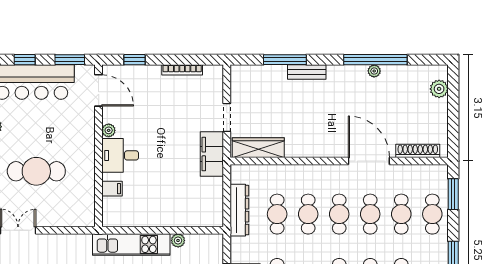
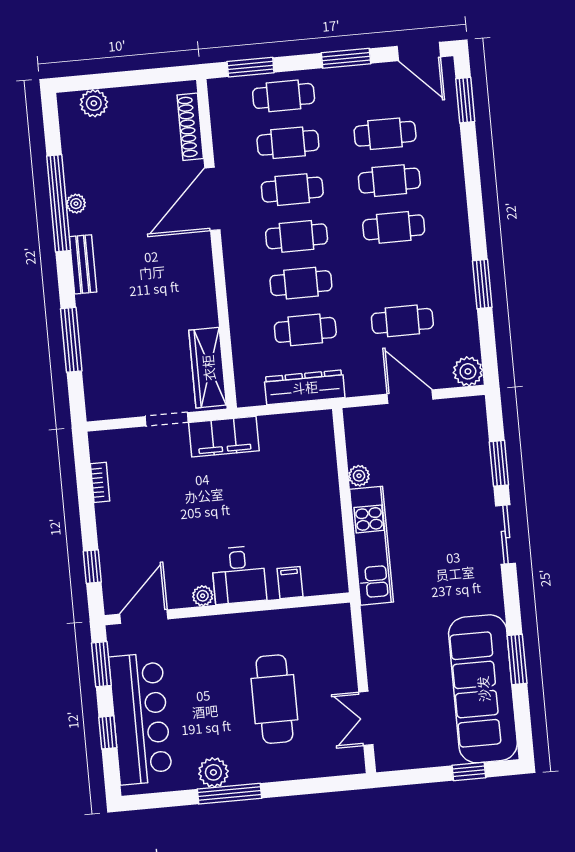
bookcase: (182, 70) -> (100, 482), width x0.64
bench: (307, 72) -> (83, 264), moved

